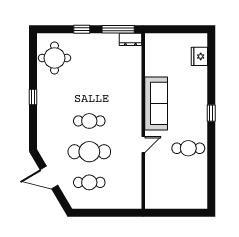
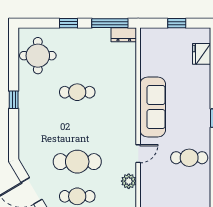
window: (177, 29) -> (177, 23), added
cafe table: (89, 121) -> (77, 92), moved
plant: (135, 169) -> (129, 181), added

